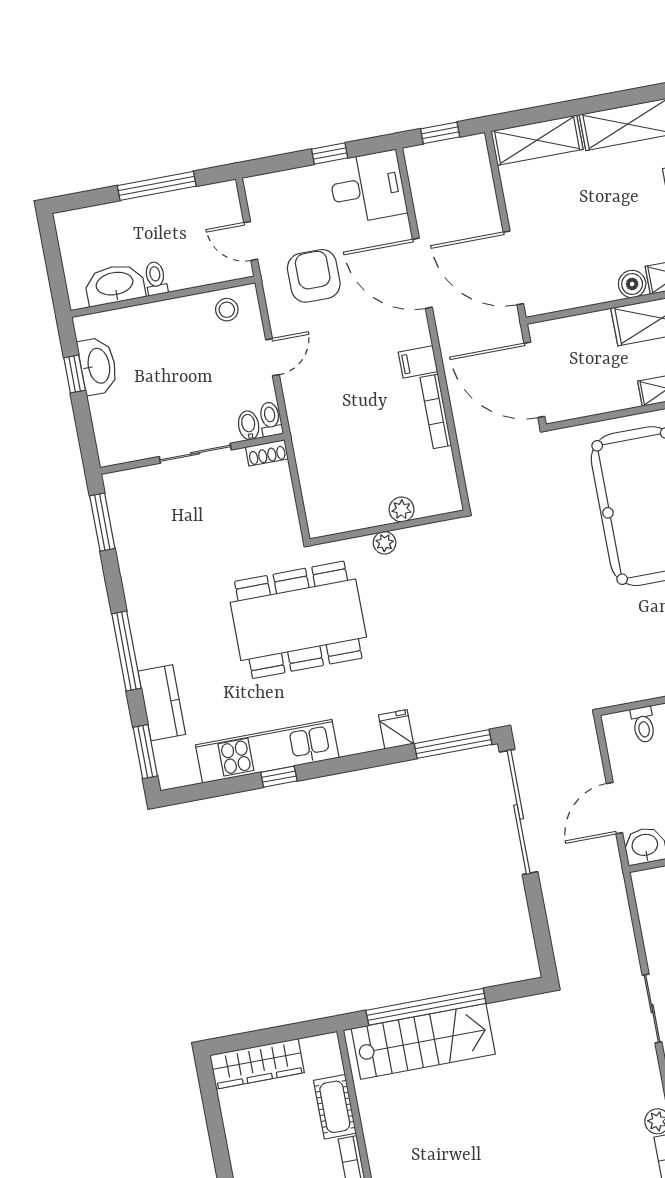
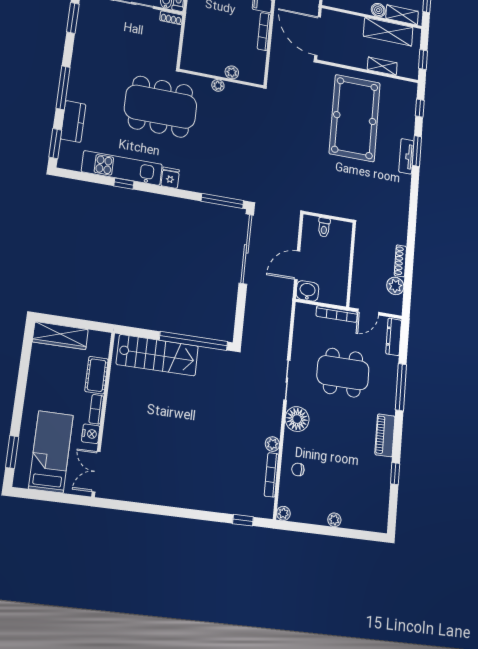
fridge: (396, 729) -> (170, 178), moved
window: (426, 1007) -> (194, 341), moved

